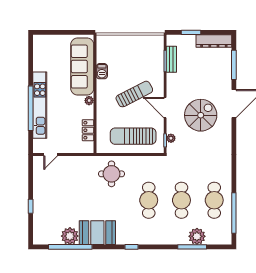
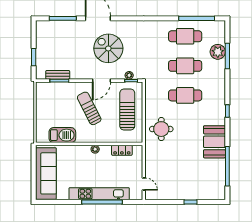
dresser: (214, 41) -> (41, 37), removed
sofa: (82, 67) -> (46, 173), moved, turned -90
barbecue: (102, 71) -> (62, 135), width x1.88, depth x1.53
sun lounger: (133, 136) -> (127, 109), turned 180
plant: (70, 236) -> (217, 167), removed

